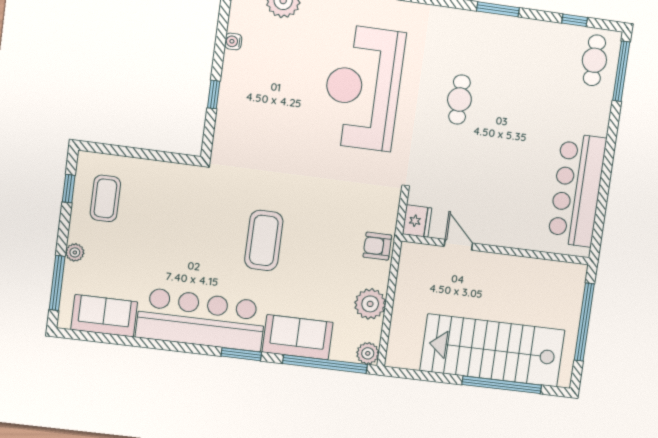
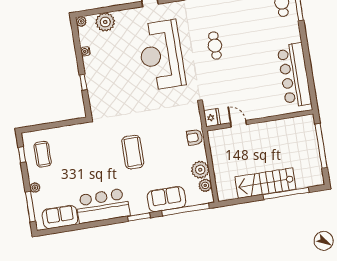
bar counter: (201, 320) -> (103, 206), width x0.73
stairs: (493, 350) -> (265, 183), width x0.73, depth x0.66
plant: (368, 353) -> (205, 185), moved

